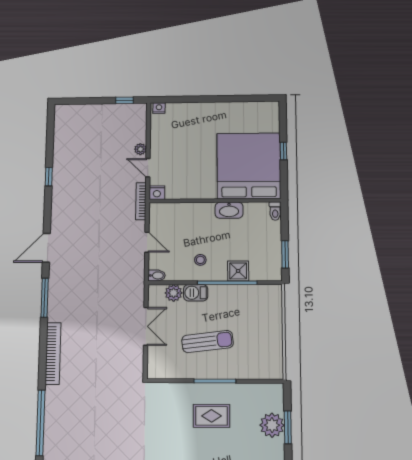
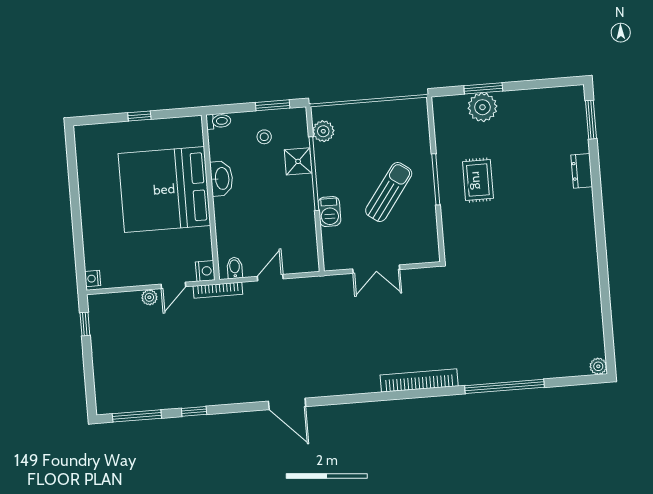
bed: (249, 166) -> (164, 189), moved
stool: (200, 260) -> (264, 137), moved
bidet: (157, 275) -> (235, 268), moved
plant: (174, 293) -> (323, 131), moved
window: (45, 298) -> (137, 416), moved
double door: (146, 326) -> (376, 269), swing flipped
sun lounger: (208, 342) -> (389, 192), turned 43

